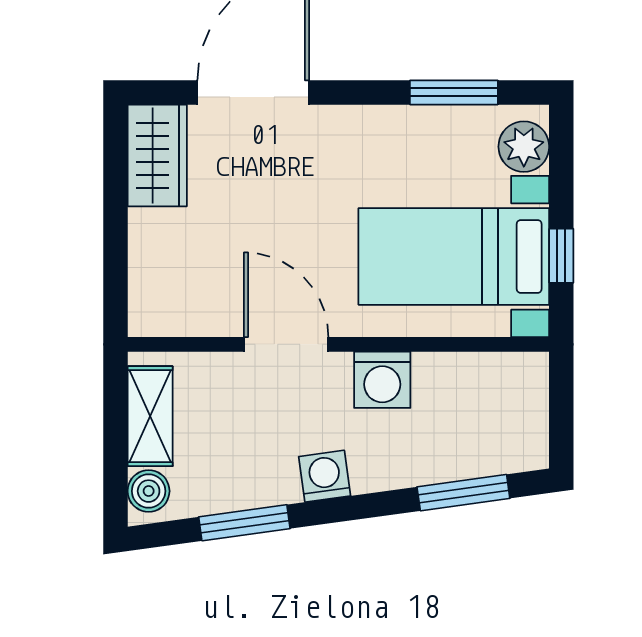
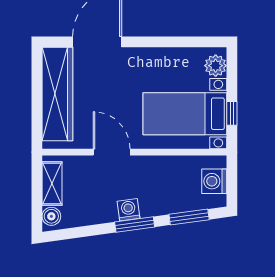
window: (454, 92) -> (185, 42), removed
wardrobe: (157, 155) -> (57, 94), width x2.10, depth x1.17
washing machine: (382, 380) -> (214, 181), moved, turned 90
window: (244, 523) -> (135, 225), moved

